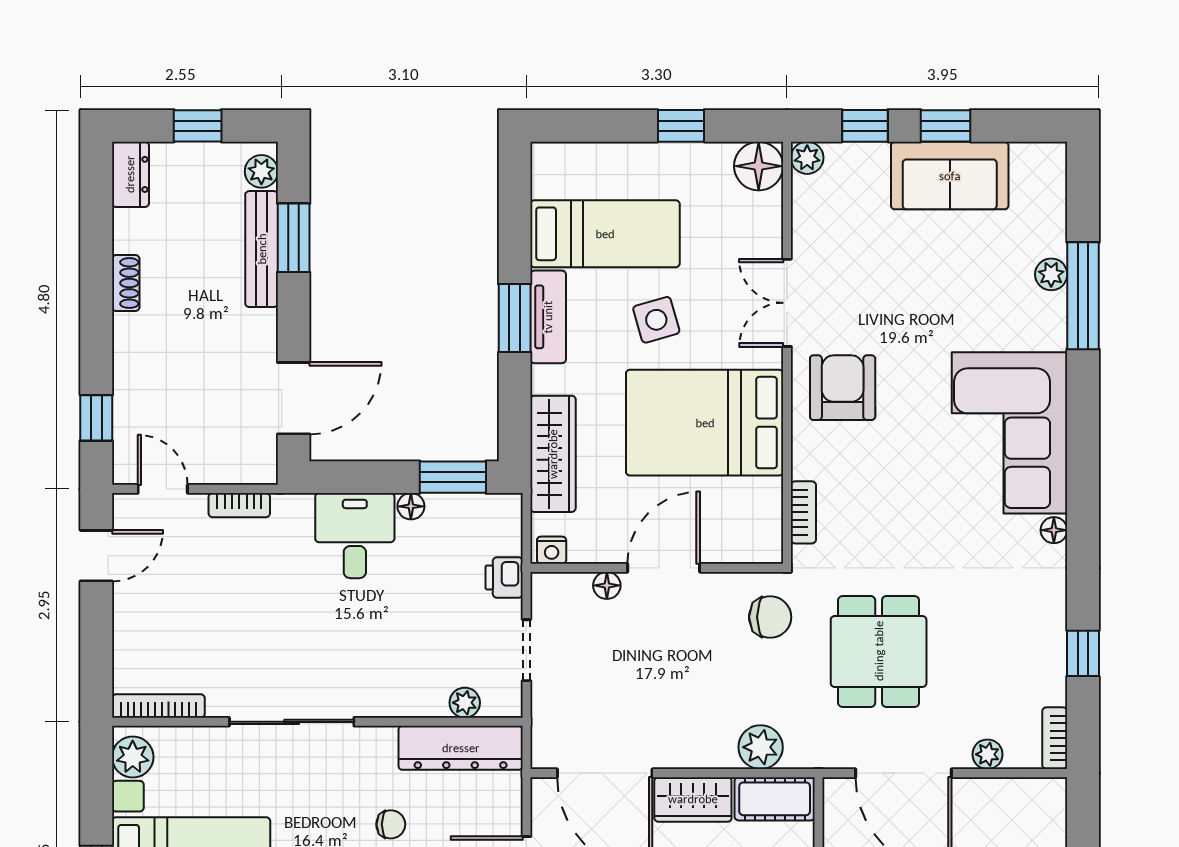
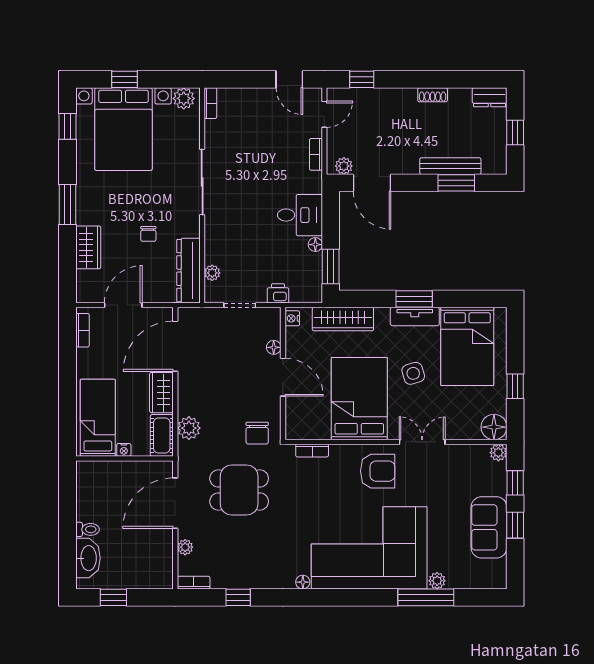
plant: (261, 171) -> (344, 166), moved
bed: (605, 234) -> (467, 346), width x1.50
corner sofa: (1010, 433) -> (369, 548), width x1.36, depth x1.36
bookcase: (158, 706) -> (210, 103), width x0.64

